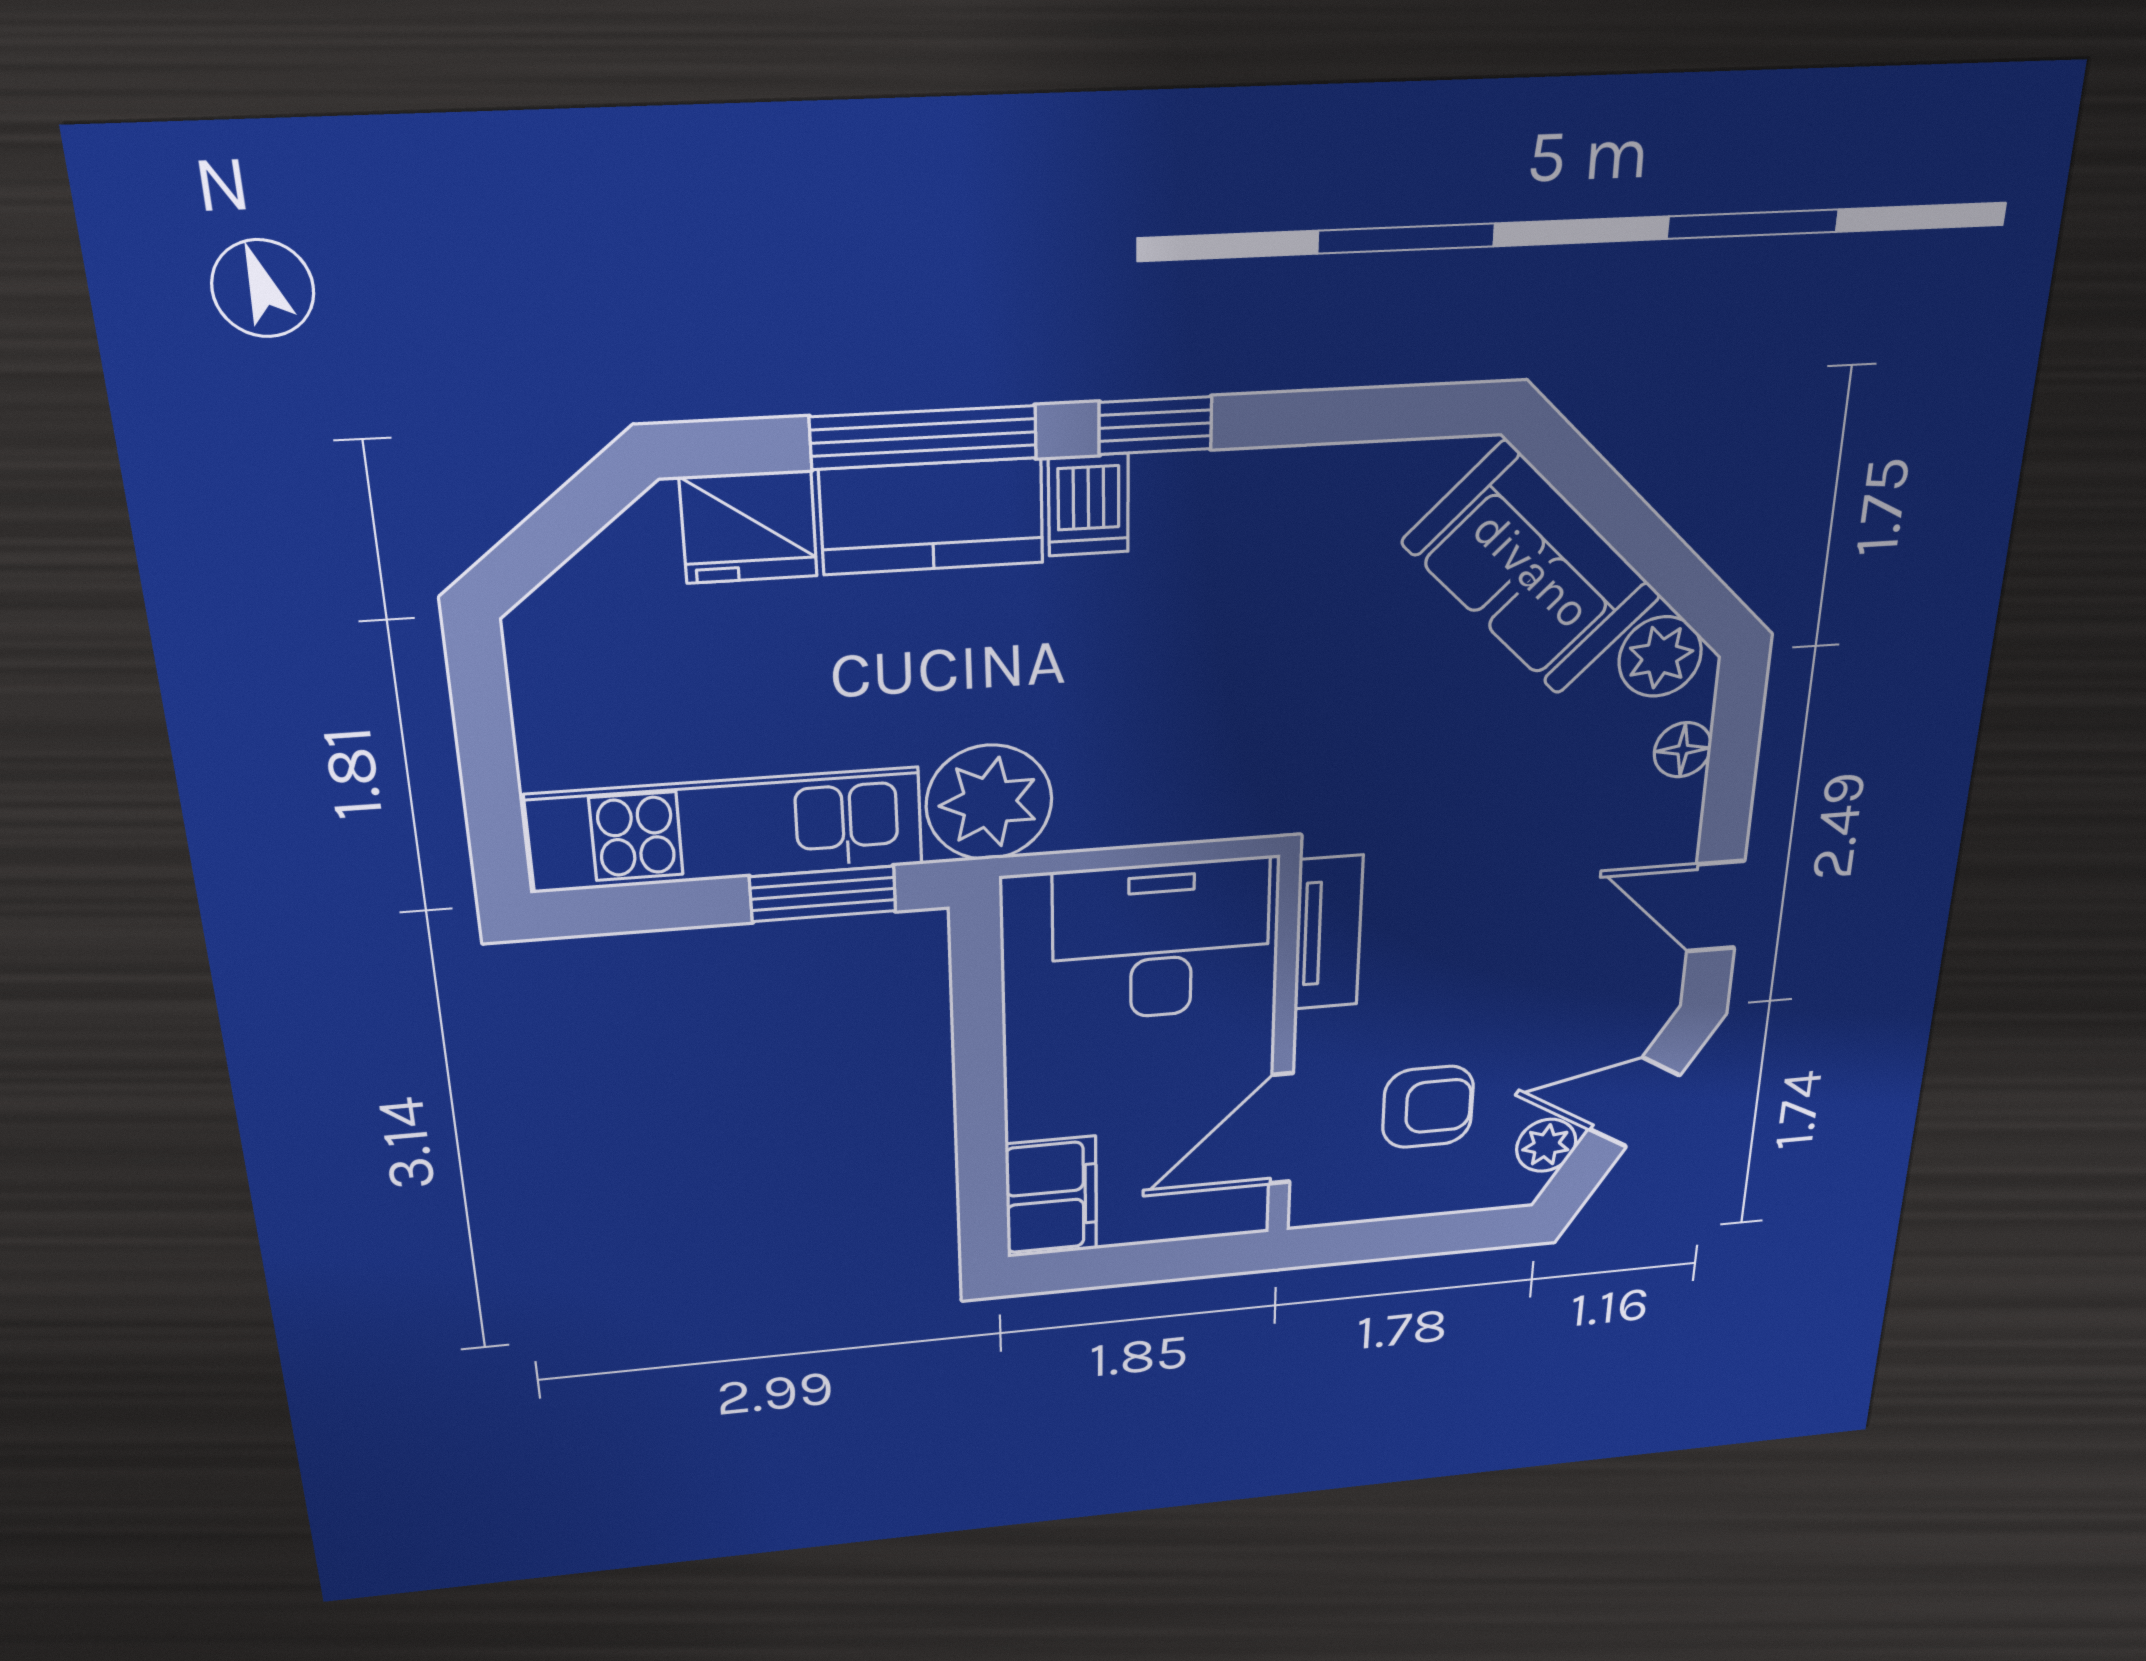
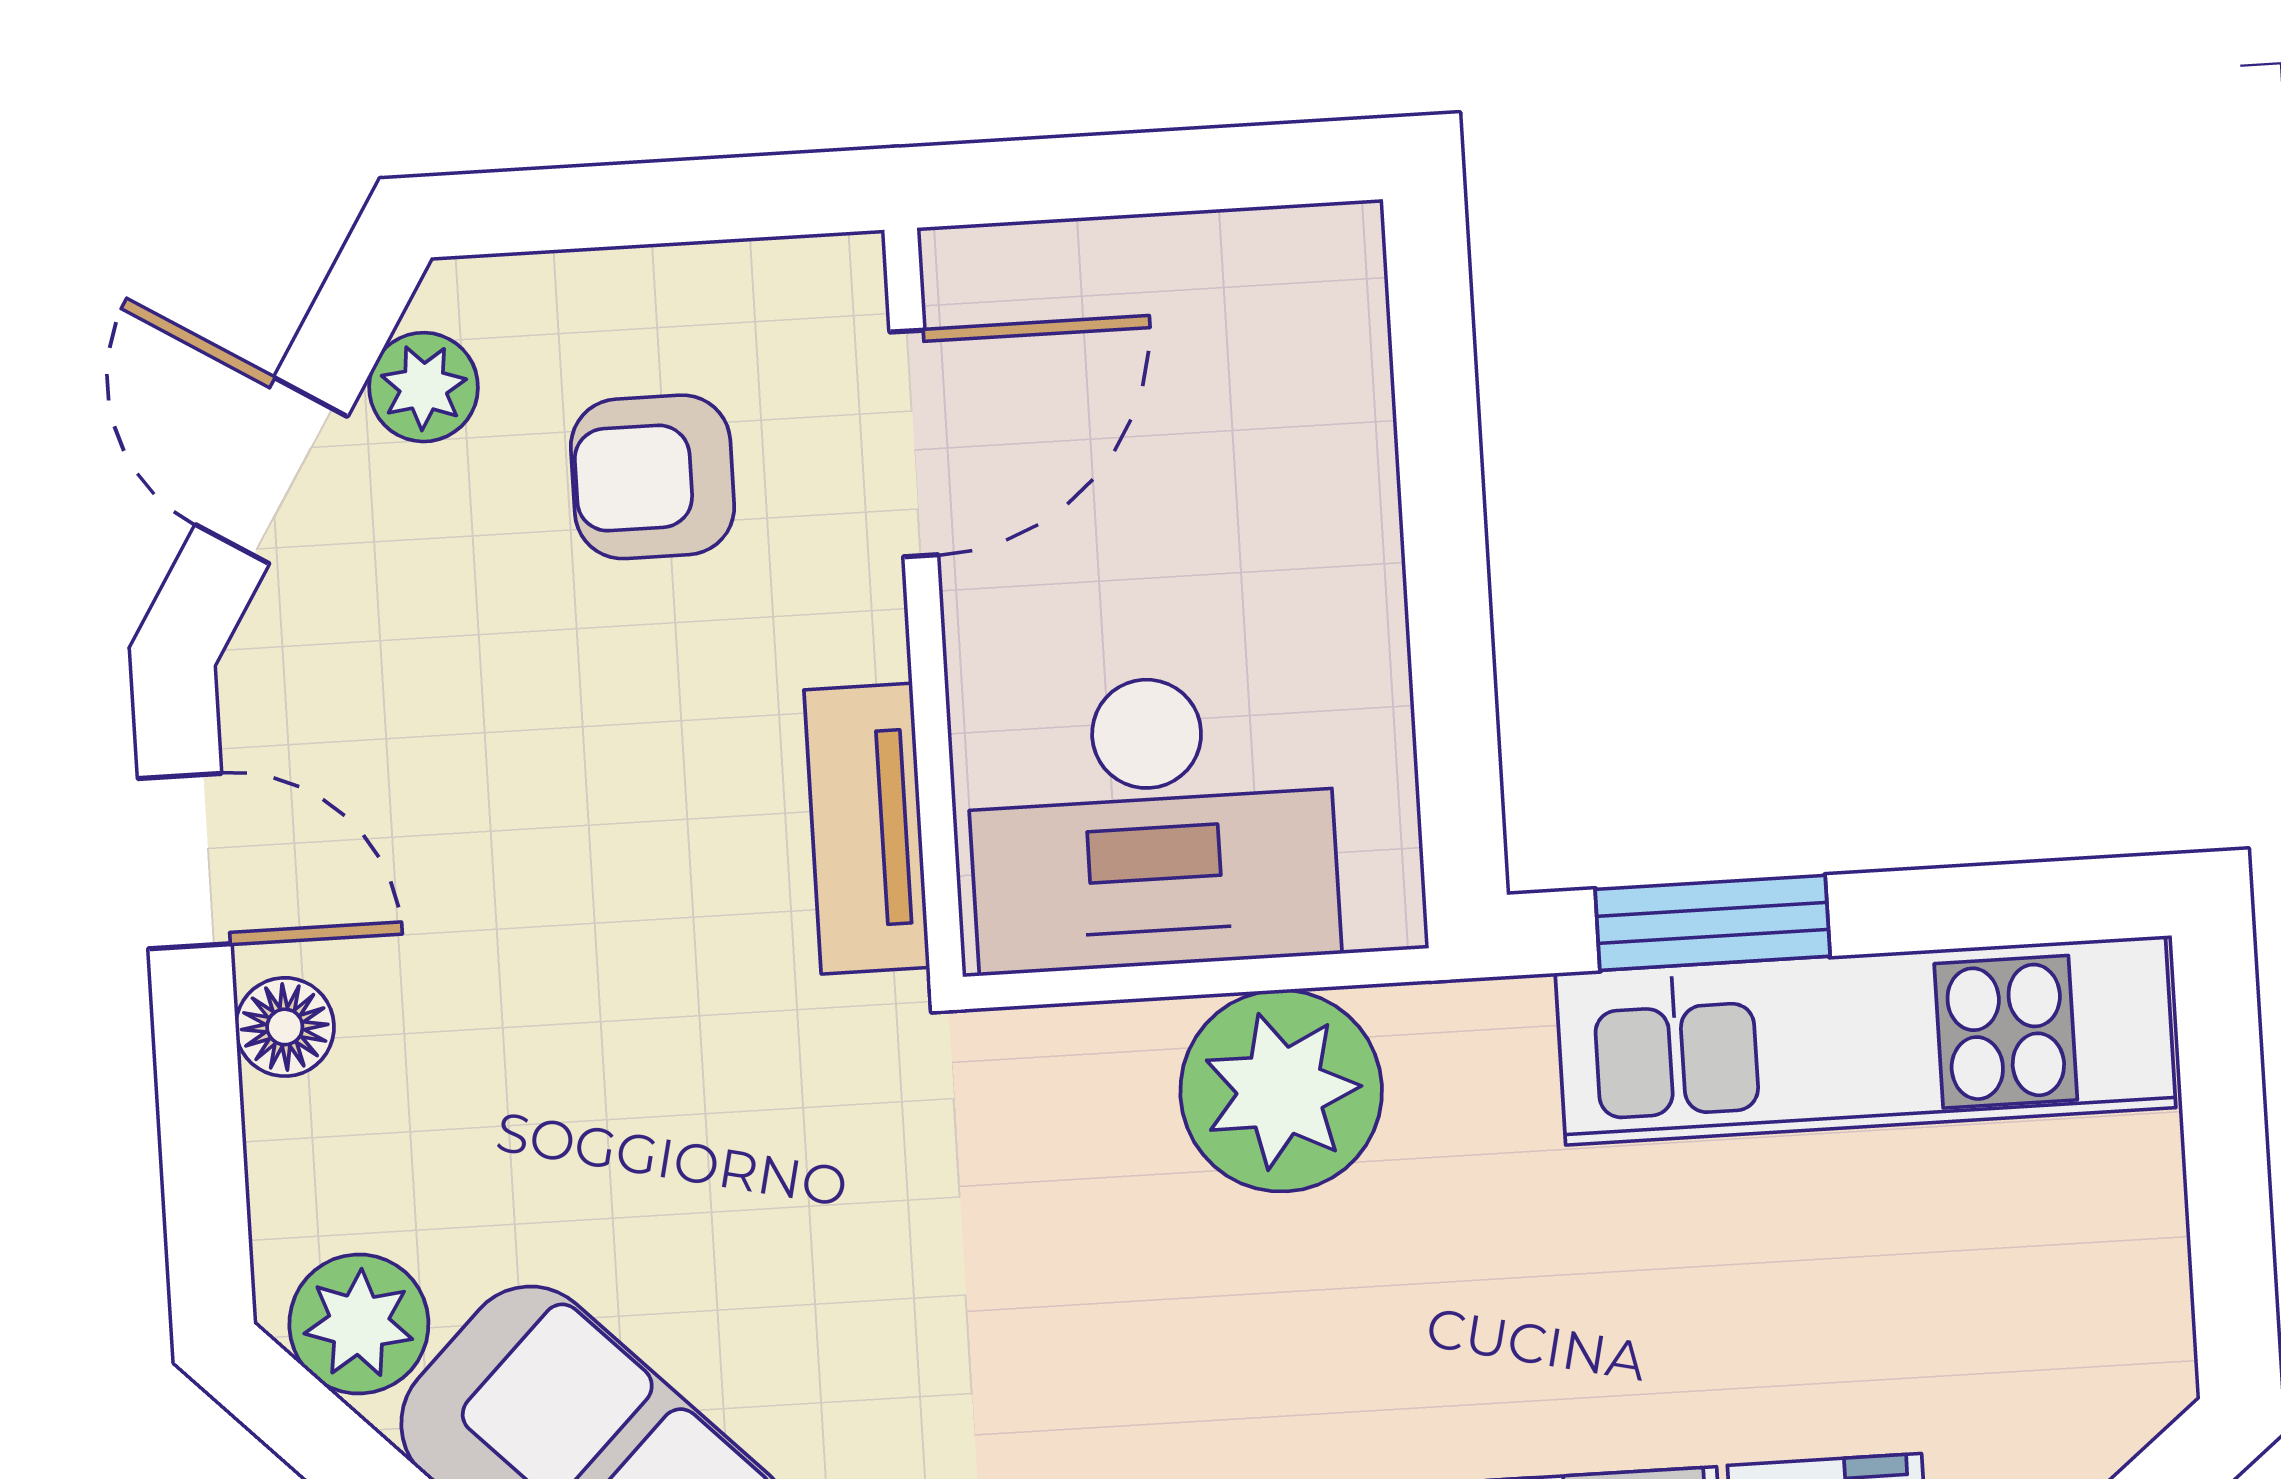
floor lamp: (1683, 750) -> (285, 1027), moved
plant: (989, 803) -> (1281, 1091), moved
door: (1634, 1102) -> (271, 471), swing flipped
filing cabinet: (1051, 1197) -> (1312, 321), removed

